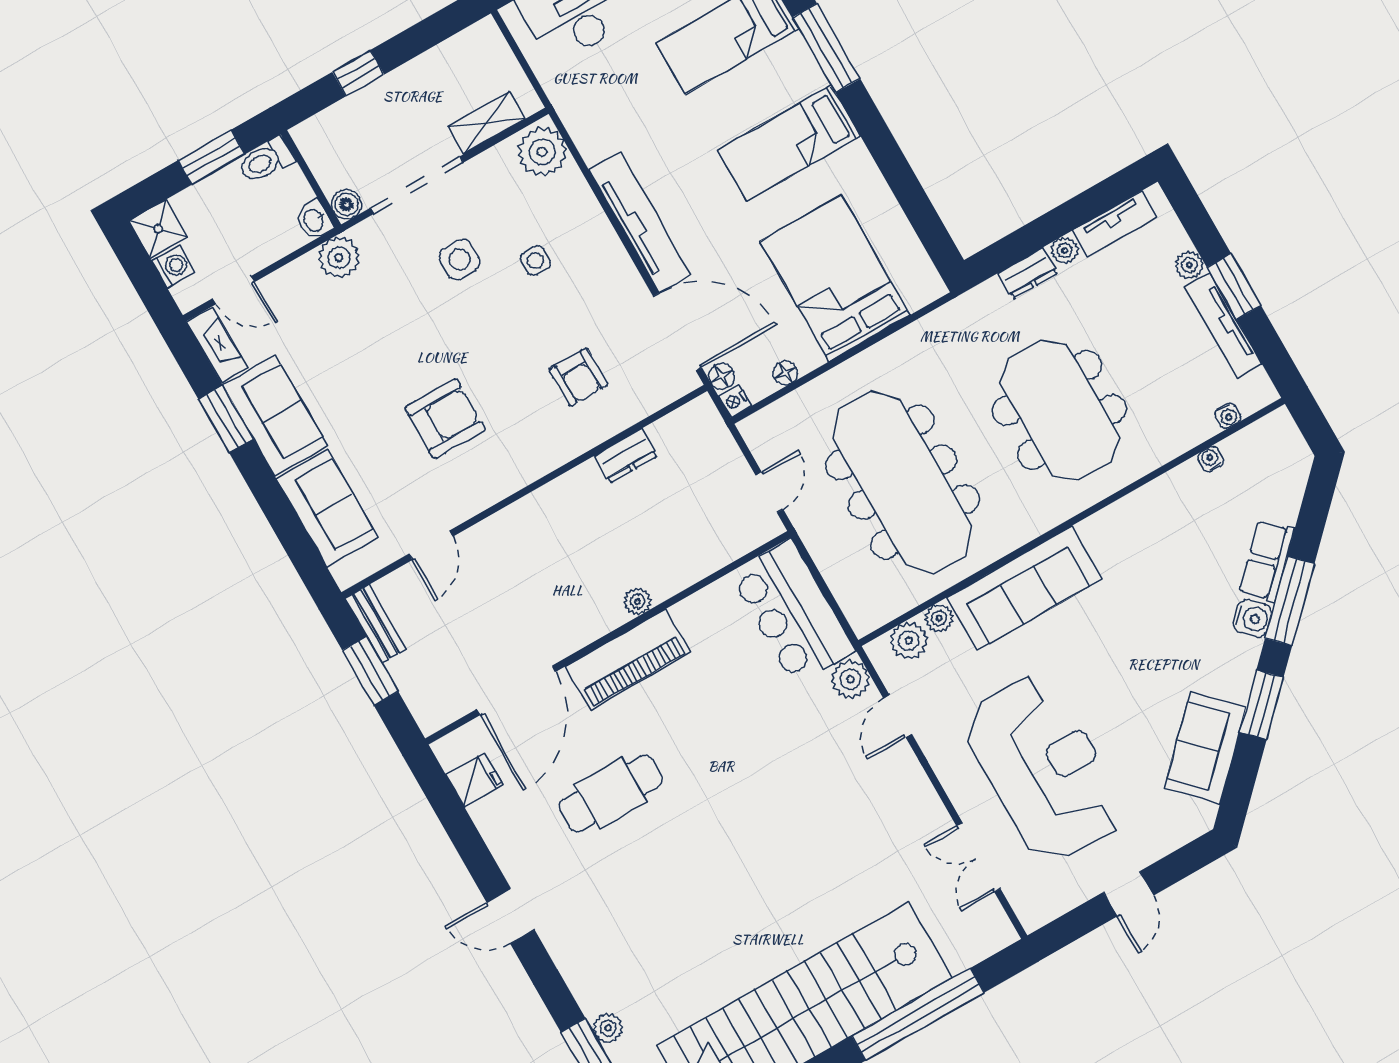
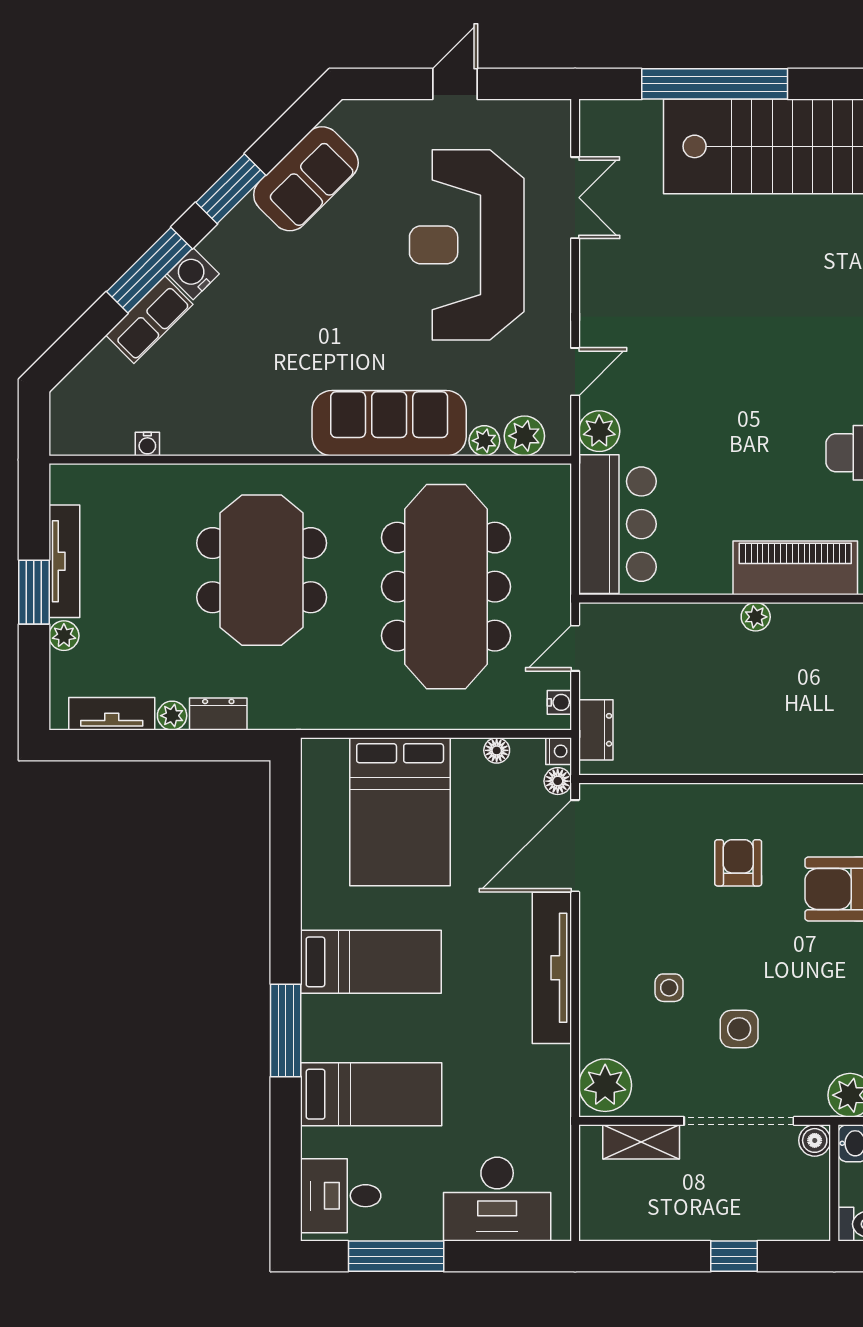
door: (678, 332) -> (575, 846), hinge flipped
armchair: (578, 377) -> (738, 863), moved
water cooler: (1228, 416) -> (559, 702), moved, turned 90
dresser: (626, 456) -> (596, 730), moved, turned 90

